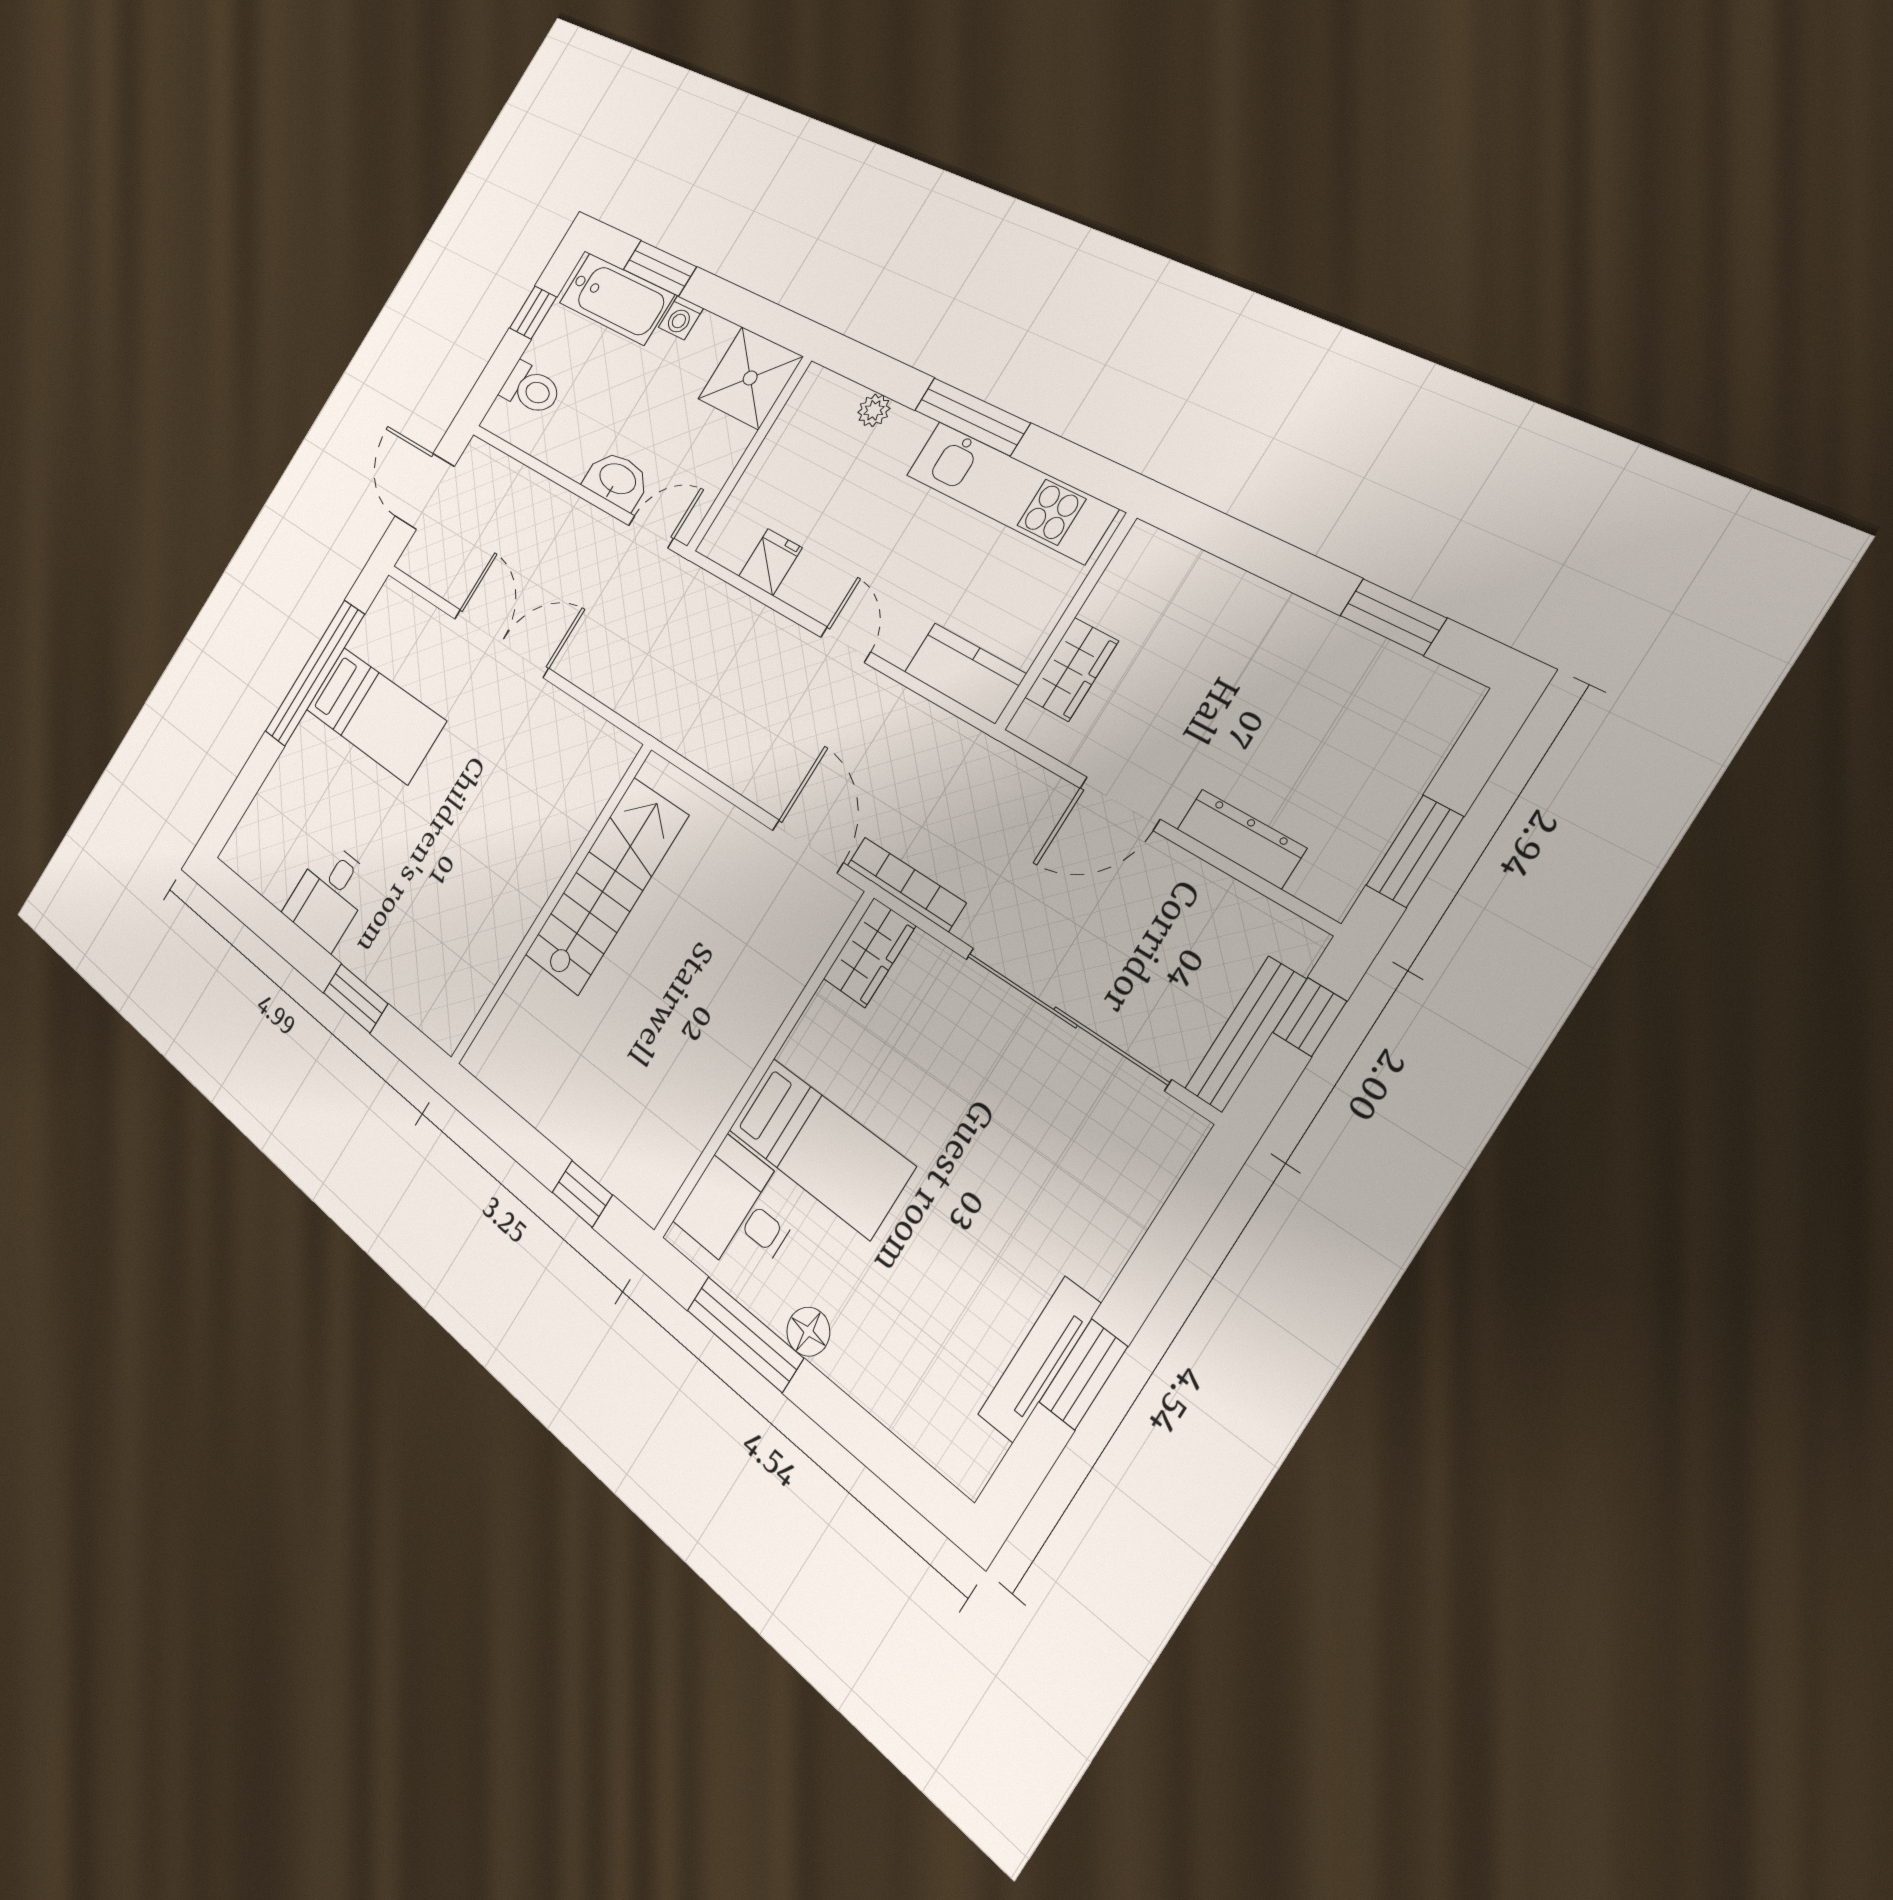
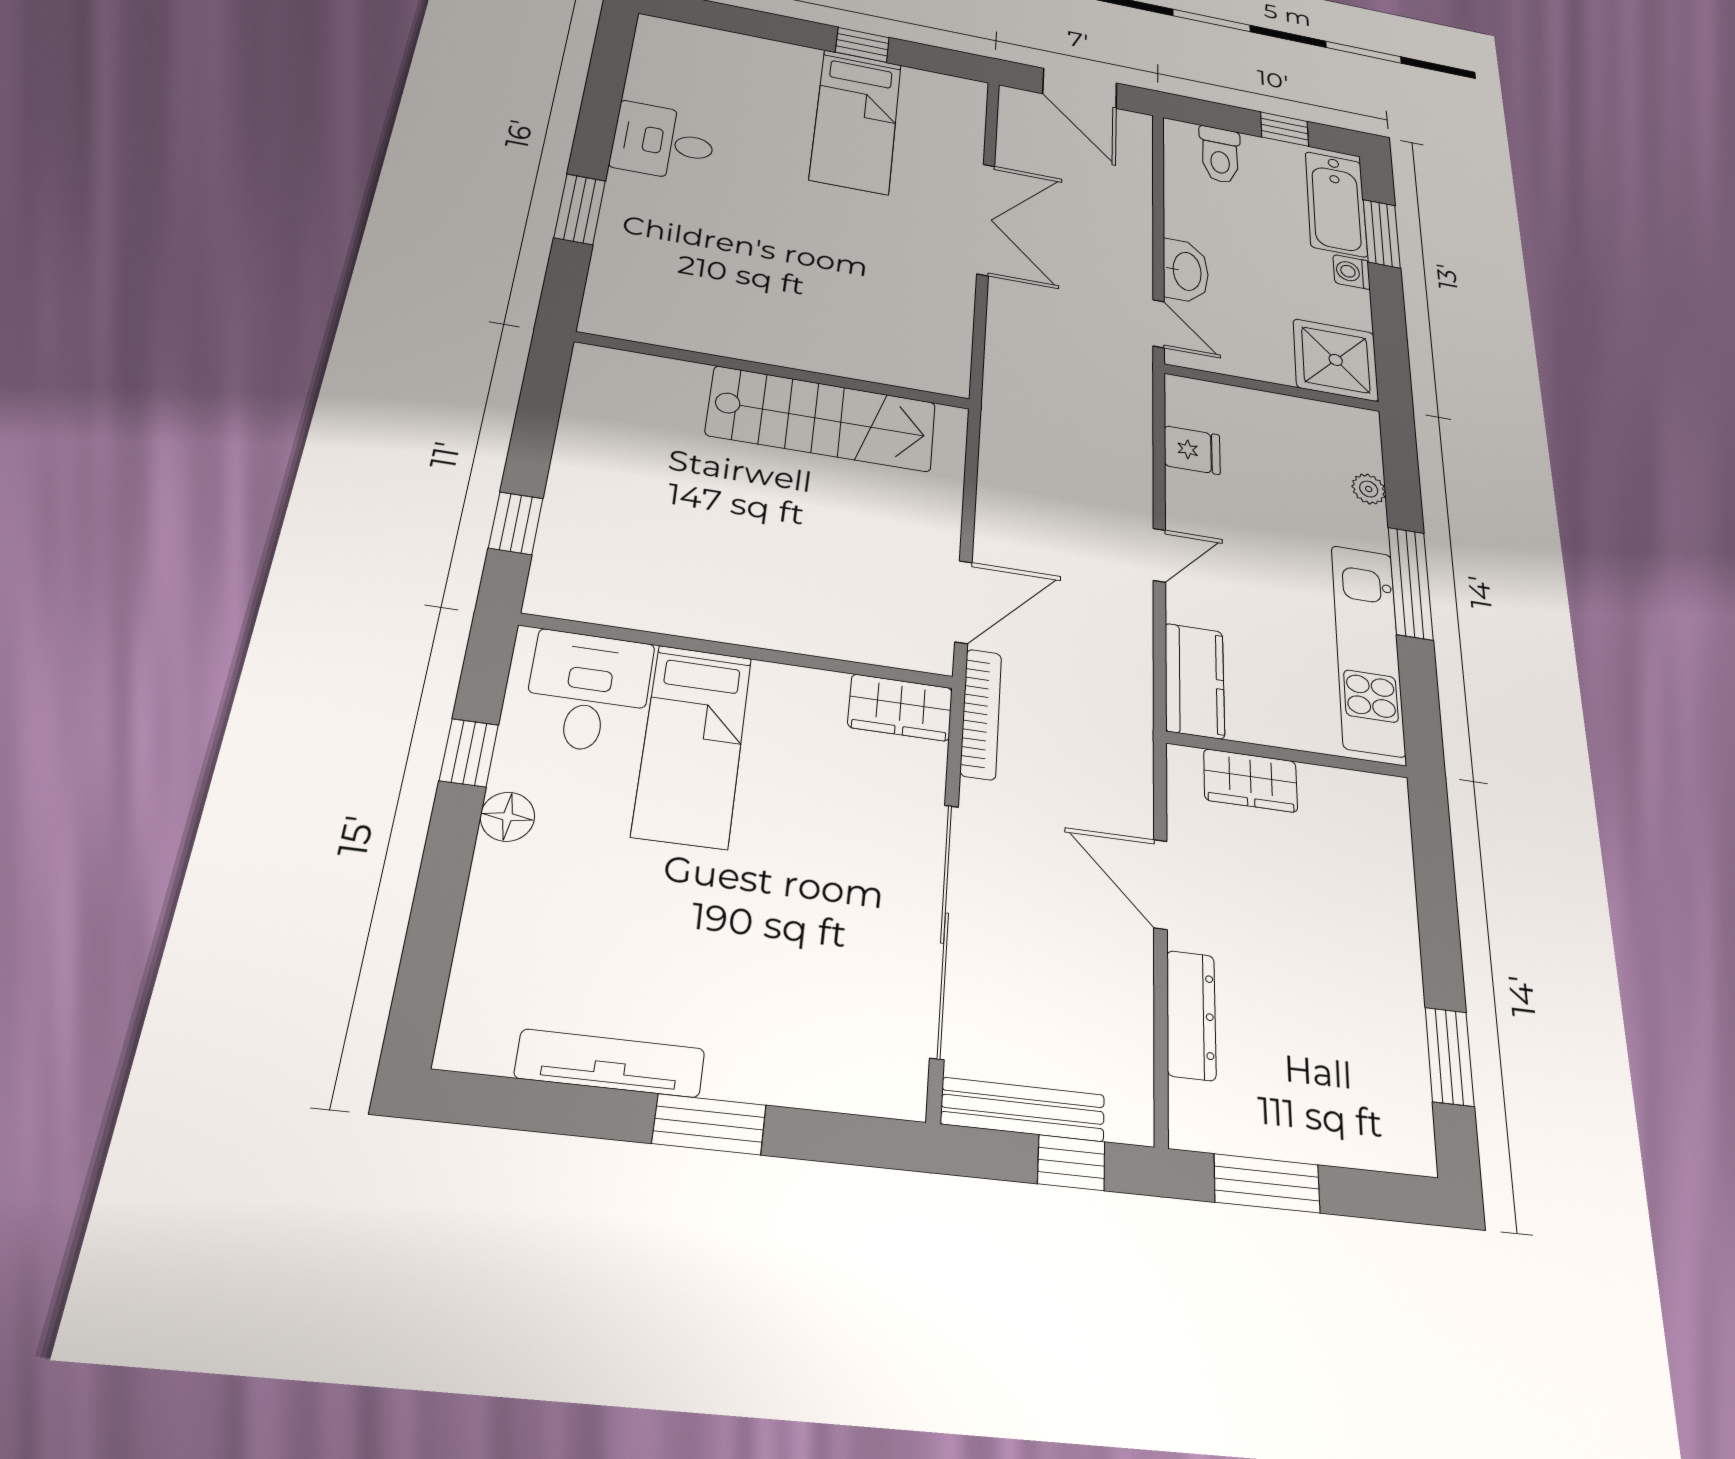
door: (425, 491) -> (1080, 88), swing flipped
window: (315, 673) -> (862, 45), width x0.32
window: (745, 1334) -> (469, 753), width x0.46
window: (1083, 1374) -> (709, 1124), moved

